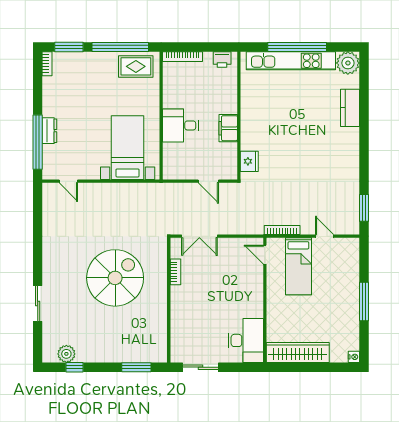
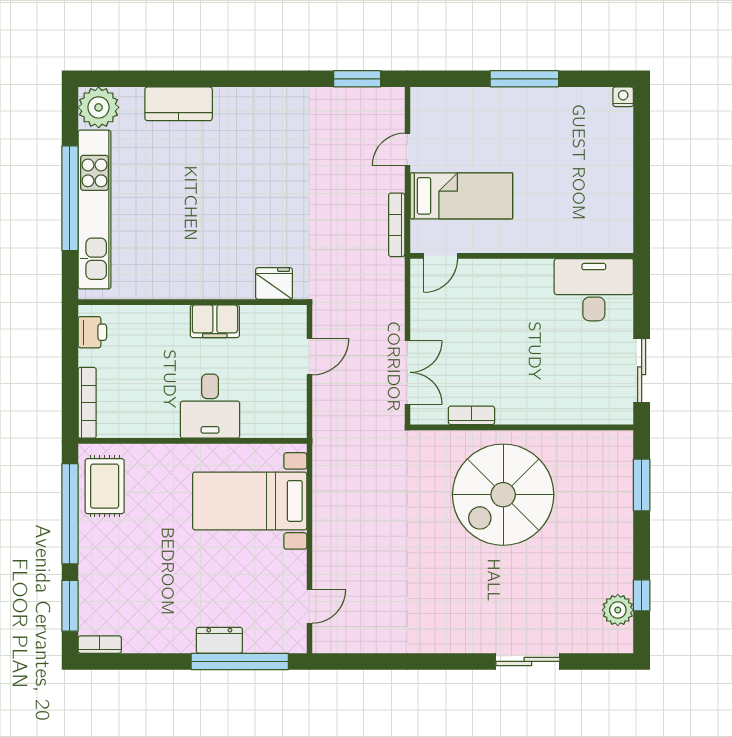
spiral stairs: (115, 278) -> (503, 495), moved, turned -90
wardrobe: (298, 353) -> (615, 197), removed

